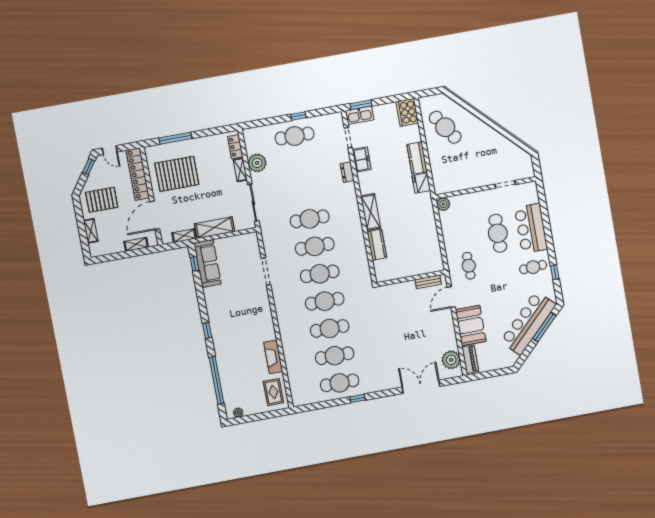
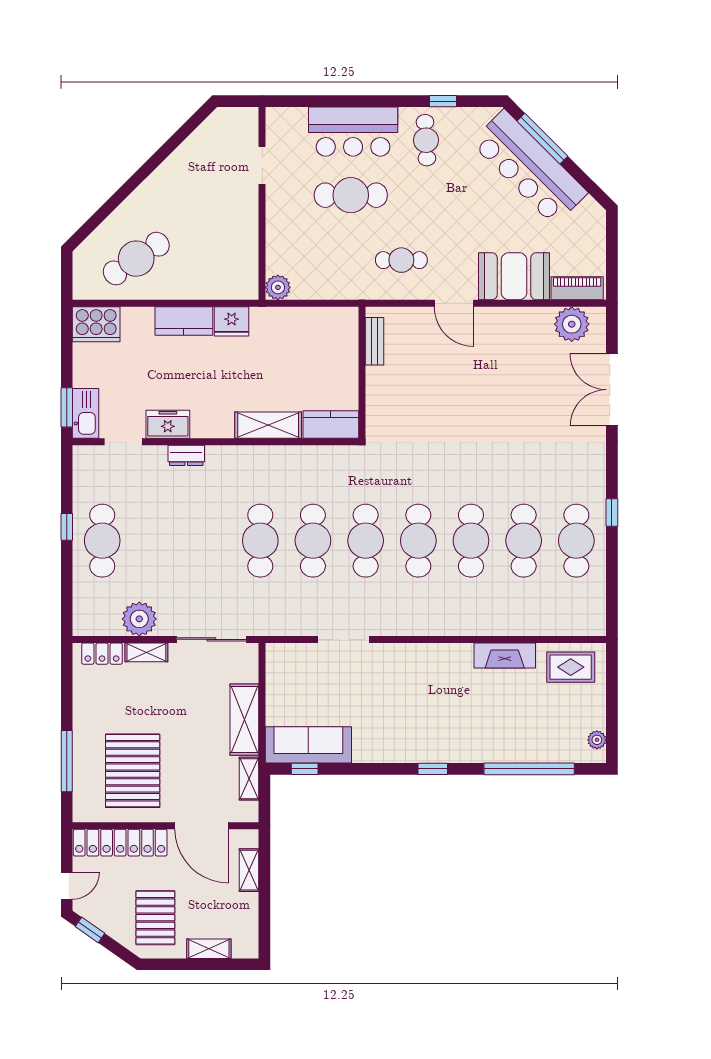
wall: (411, 278) -> (362, 373), moved
bench: (428, 282) -> (375, 341), moved

